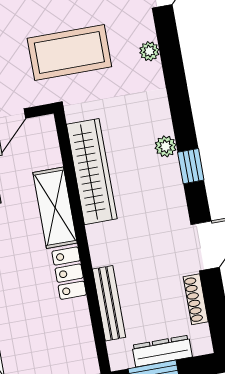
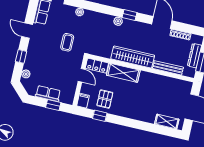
coffee table: (69, 52) -> (67, 42), width x0.54, depth x0.58
wardrobe: (92, 172) -> (133, 57), moved
locker: (69, 273) -> (97, 66), moved

